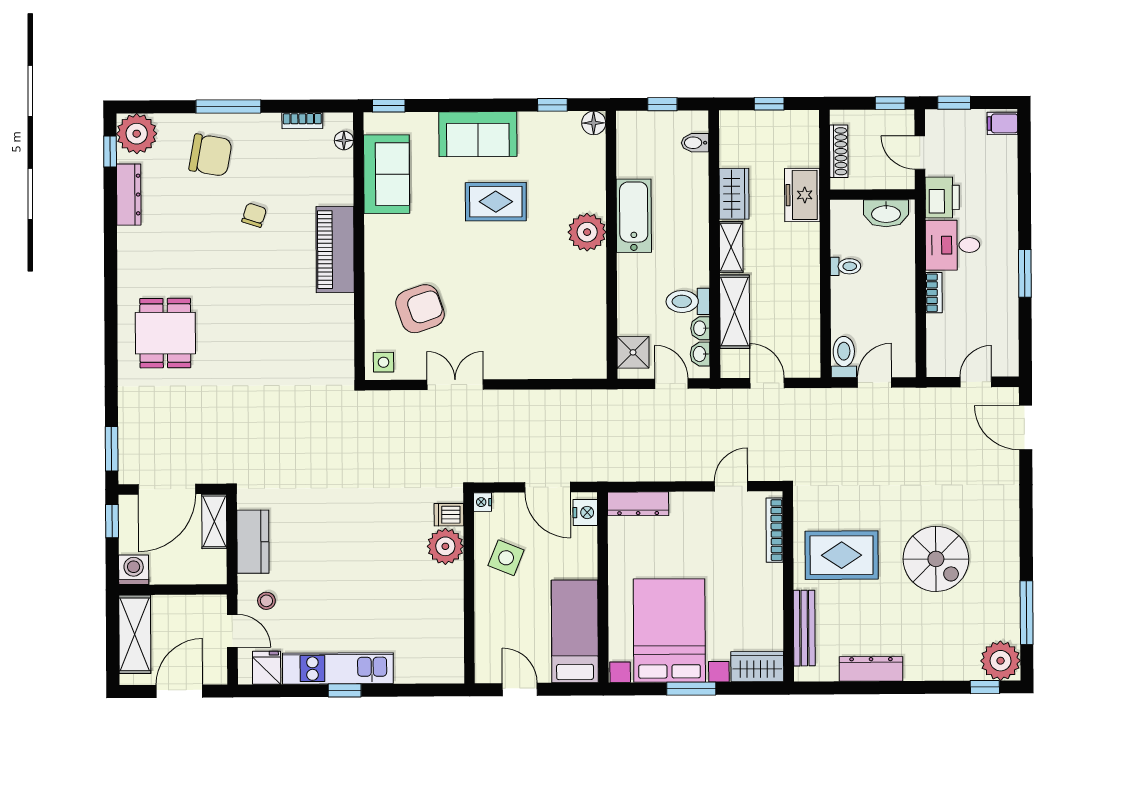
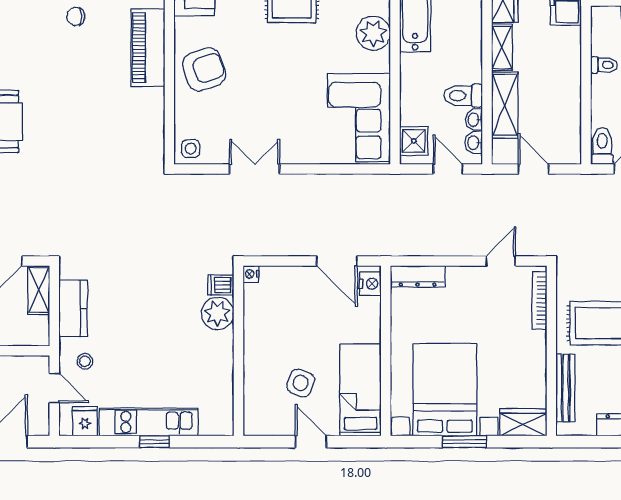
chair: (254, 215) -> (76, 16), turned -108
armchair: (420, 309) -> (204, 69), moved
corner sofa: (571, 327) -> (359, 118), added
nightstand: (483, 502) -> (251, 274), moved
dishwasher: (449, 515) -> (221, 285), moved
plant: (445, 546) -> (218, 313), moved
side table: (506, 558) -> (301, 383), moved
wall: (469, 588) -> (238, 351), moved

